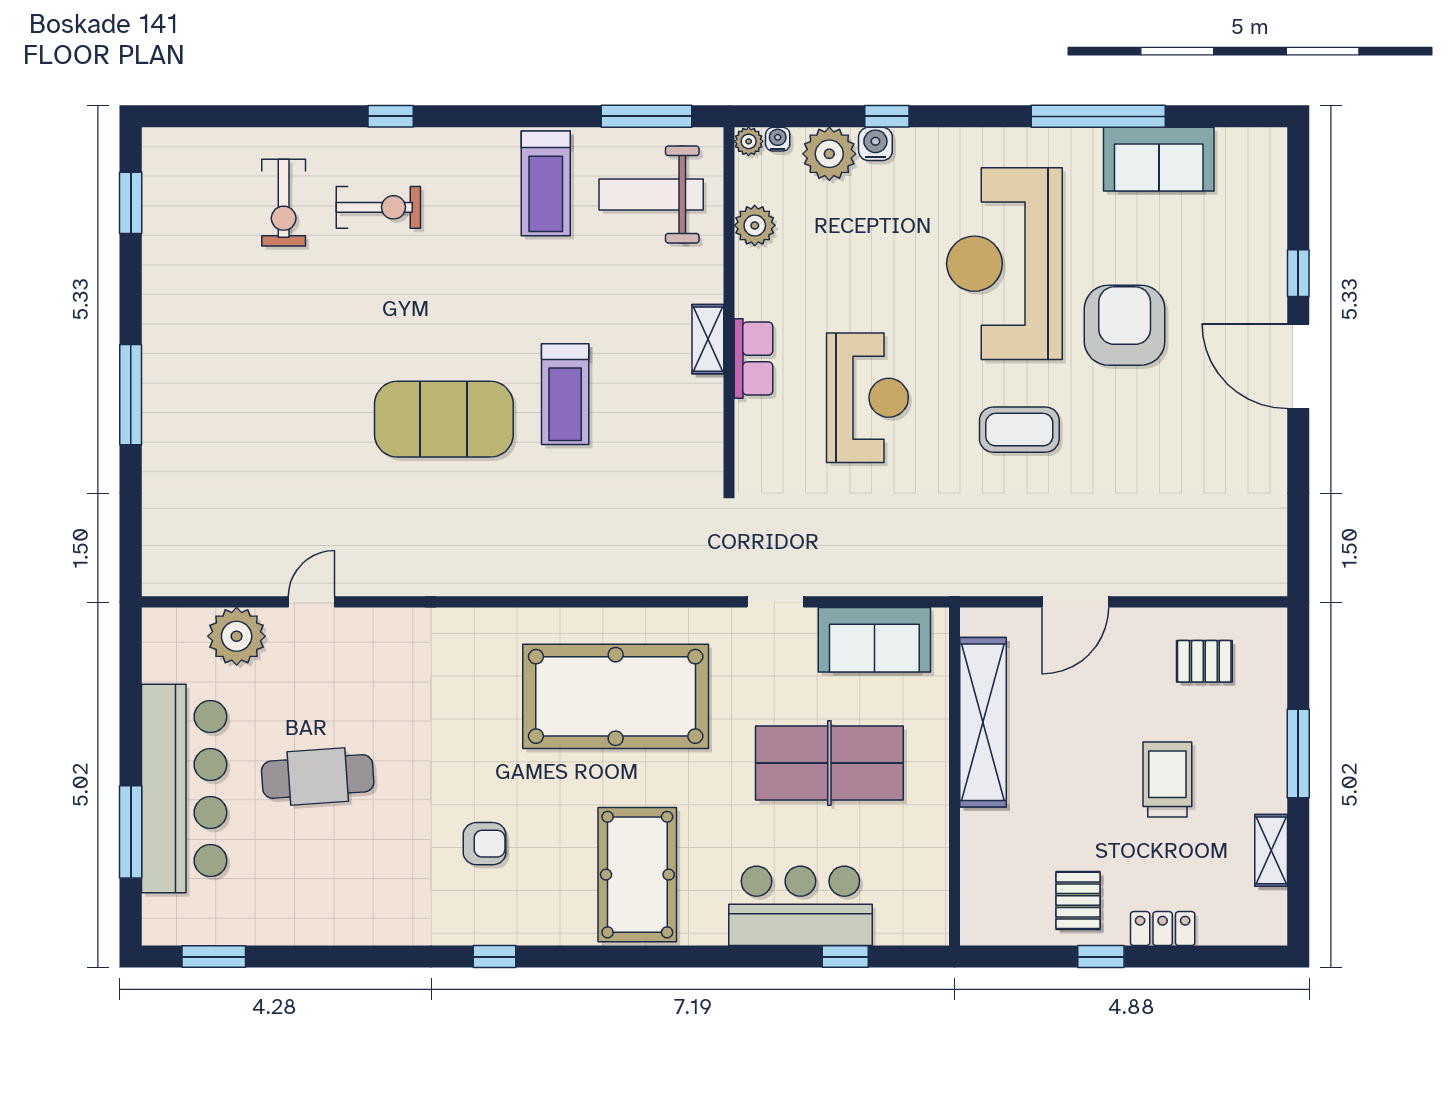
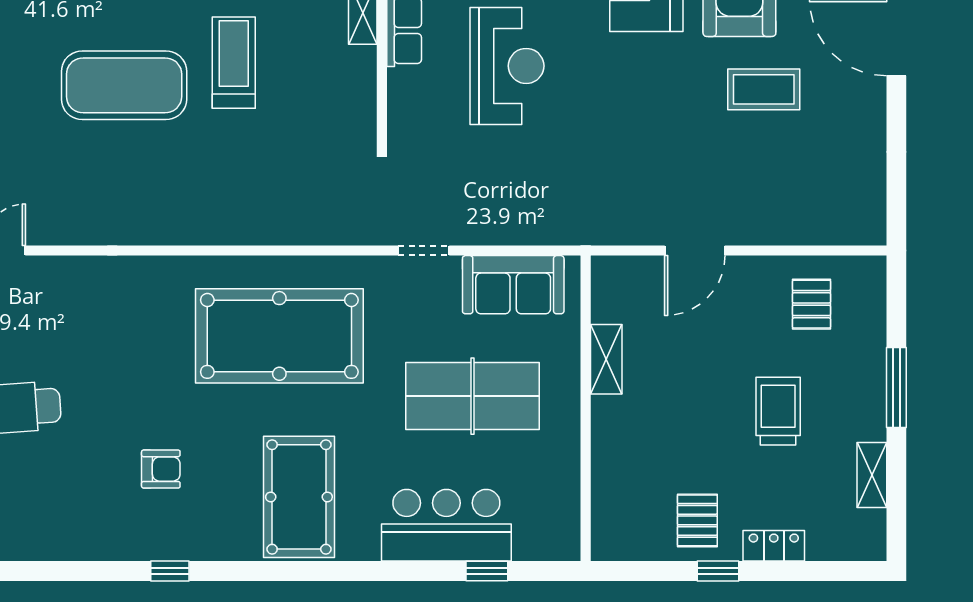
treadmill: (565, 394) -> (234, 63), turned 180
coffee table: (1019, 430) -> (764, 89), moved
pallet: (1204, 661) -> (811, 304), turned 90
shelving: (983, 722) -> (606, 359), width x0.45, depth x0.75

